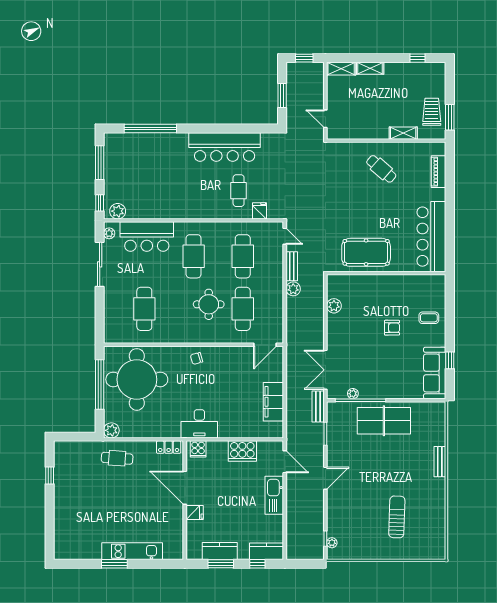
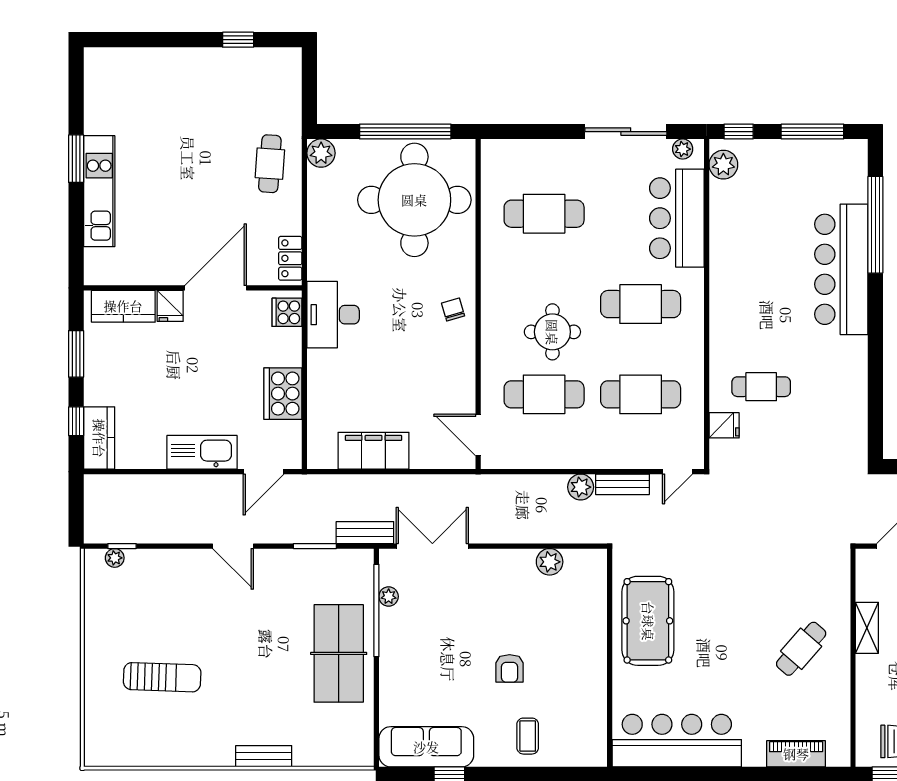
shelving: (403, 133) -> (867, 628), moved
bar counter: (225, 147) -> (841, 269), moved
kitchen counter: (220, 551) -> (123, 306), moved, turned 90

